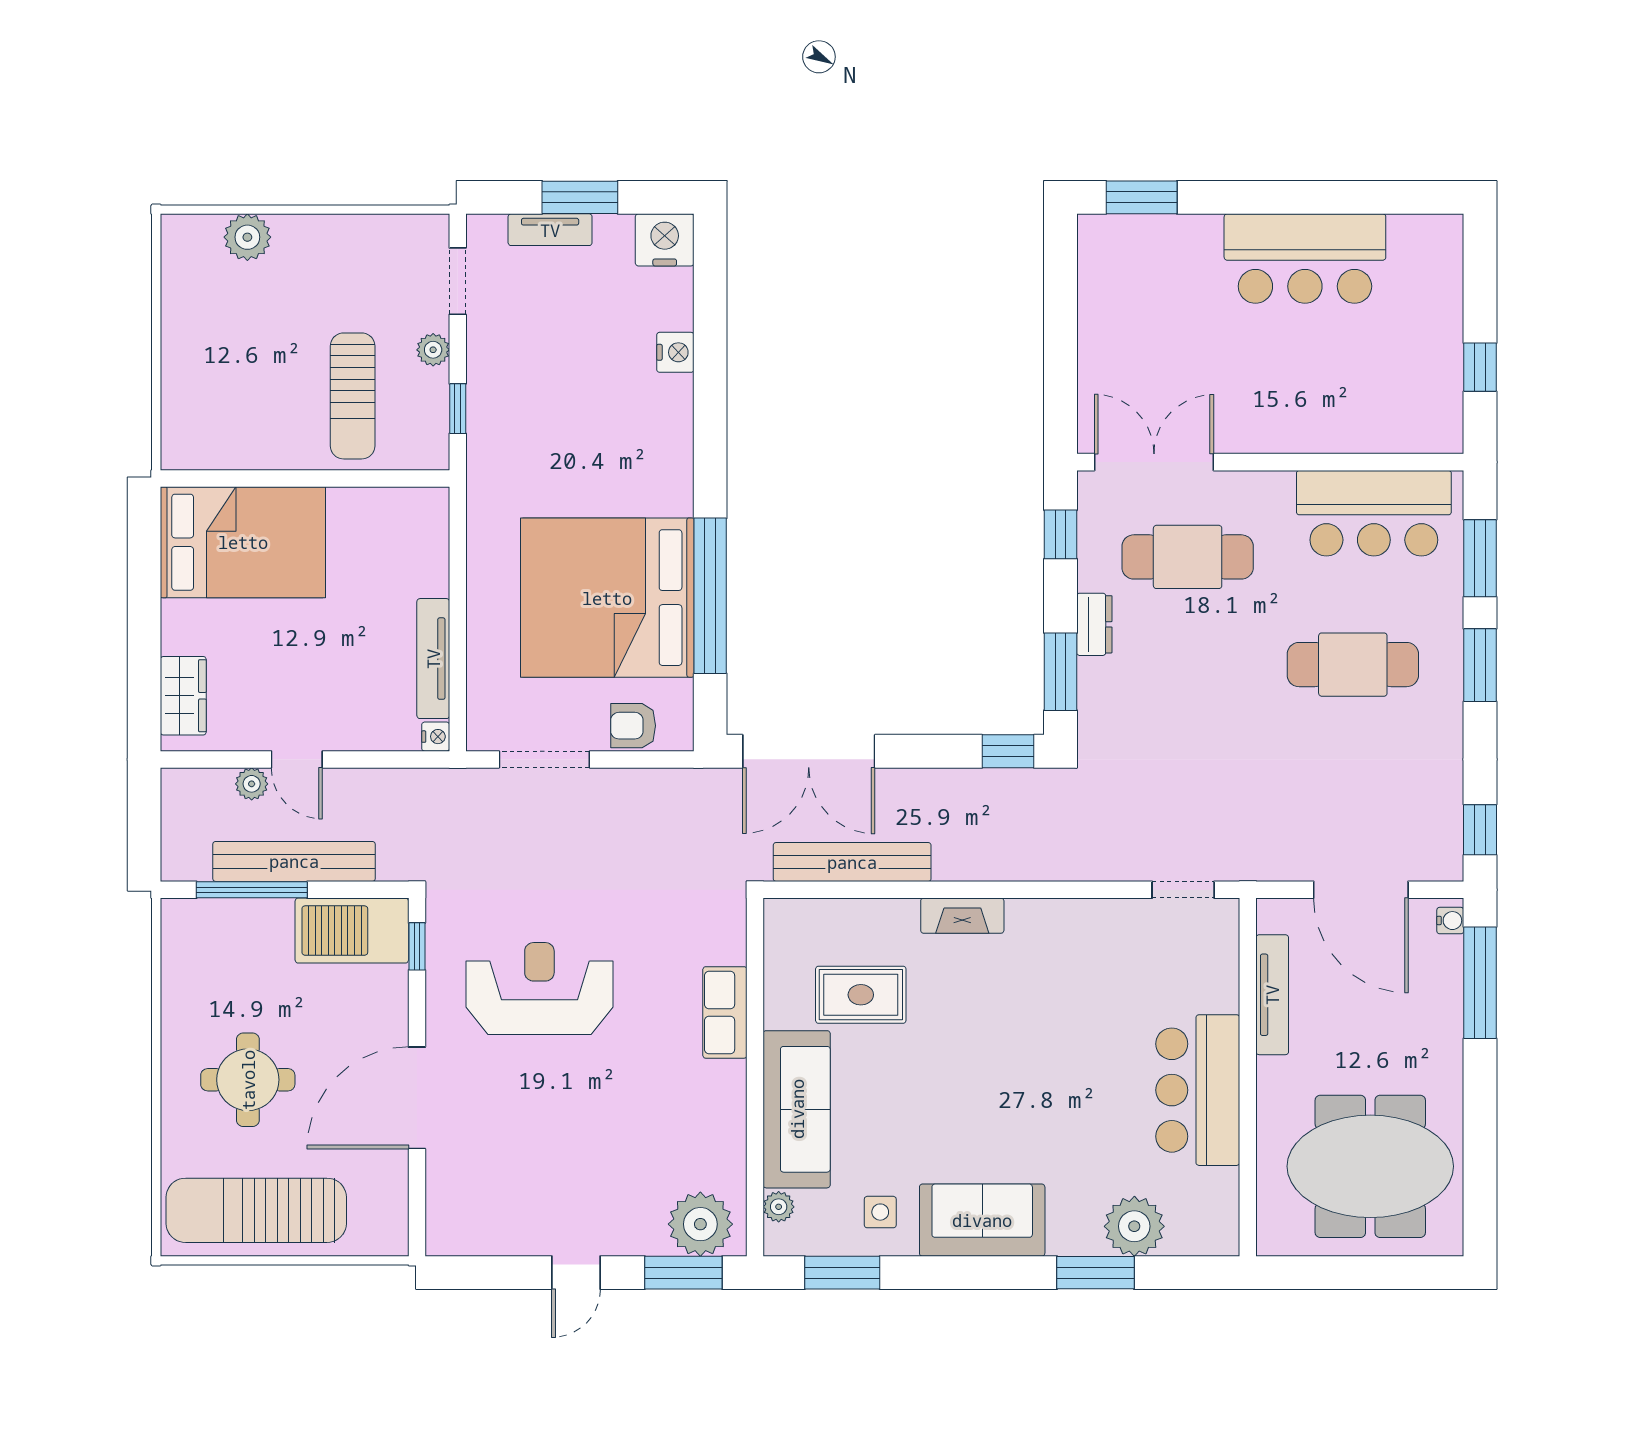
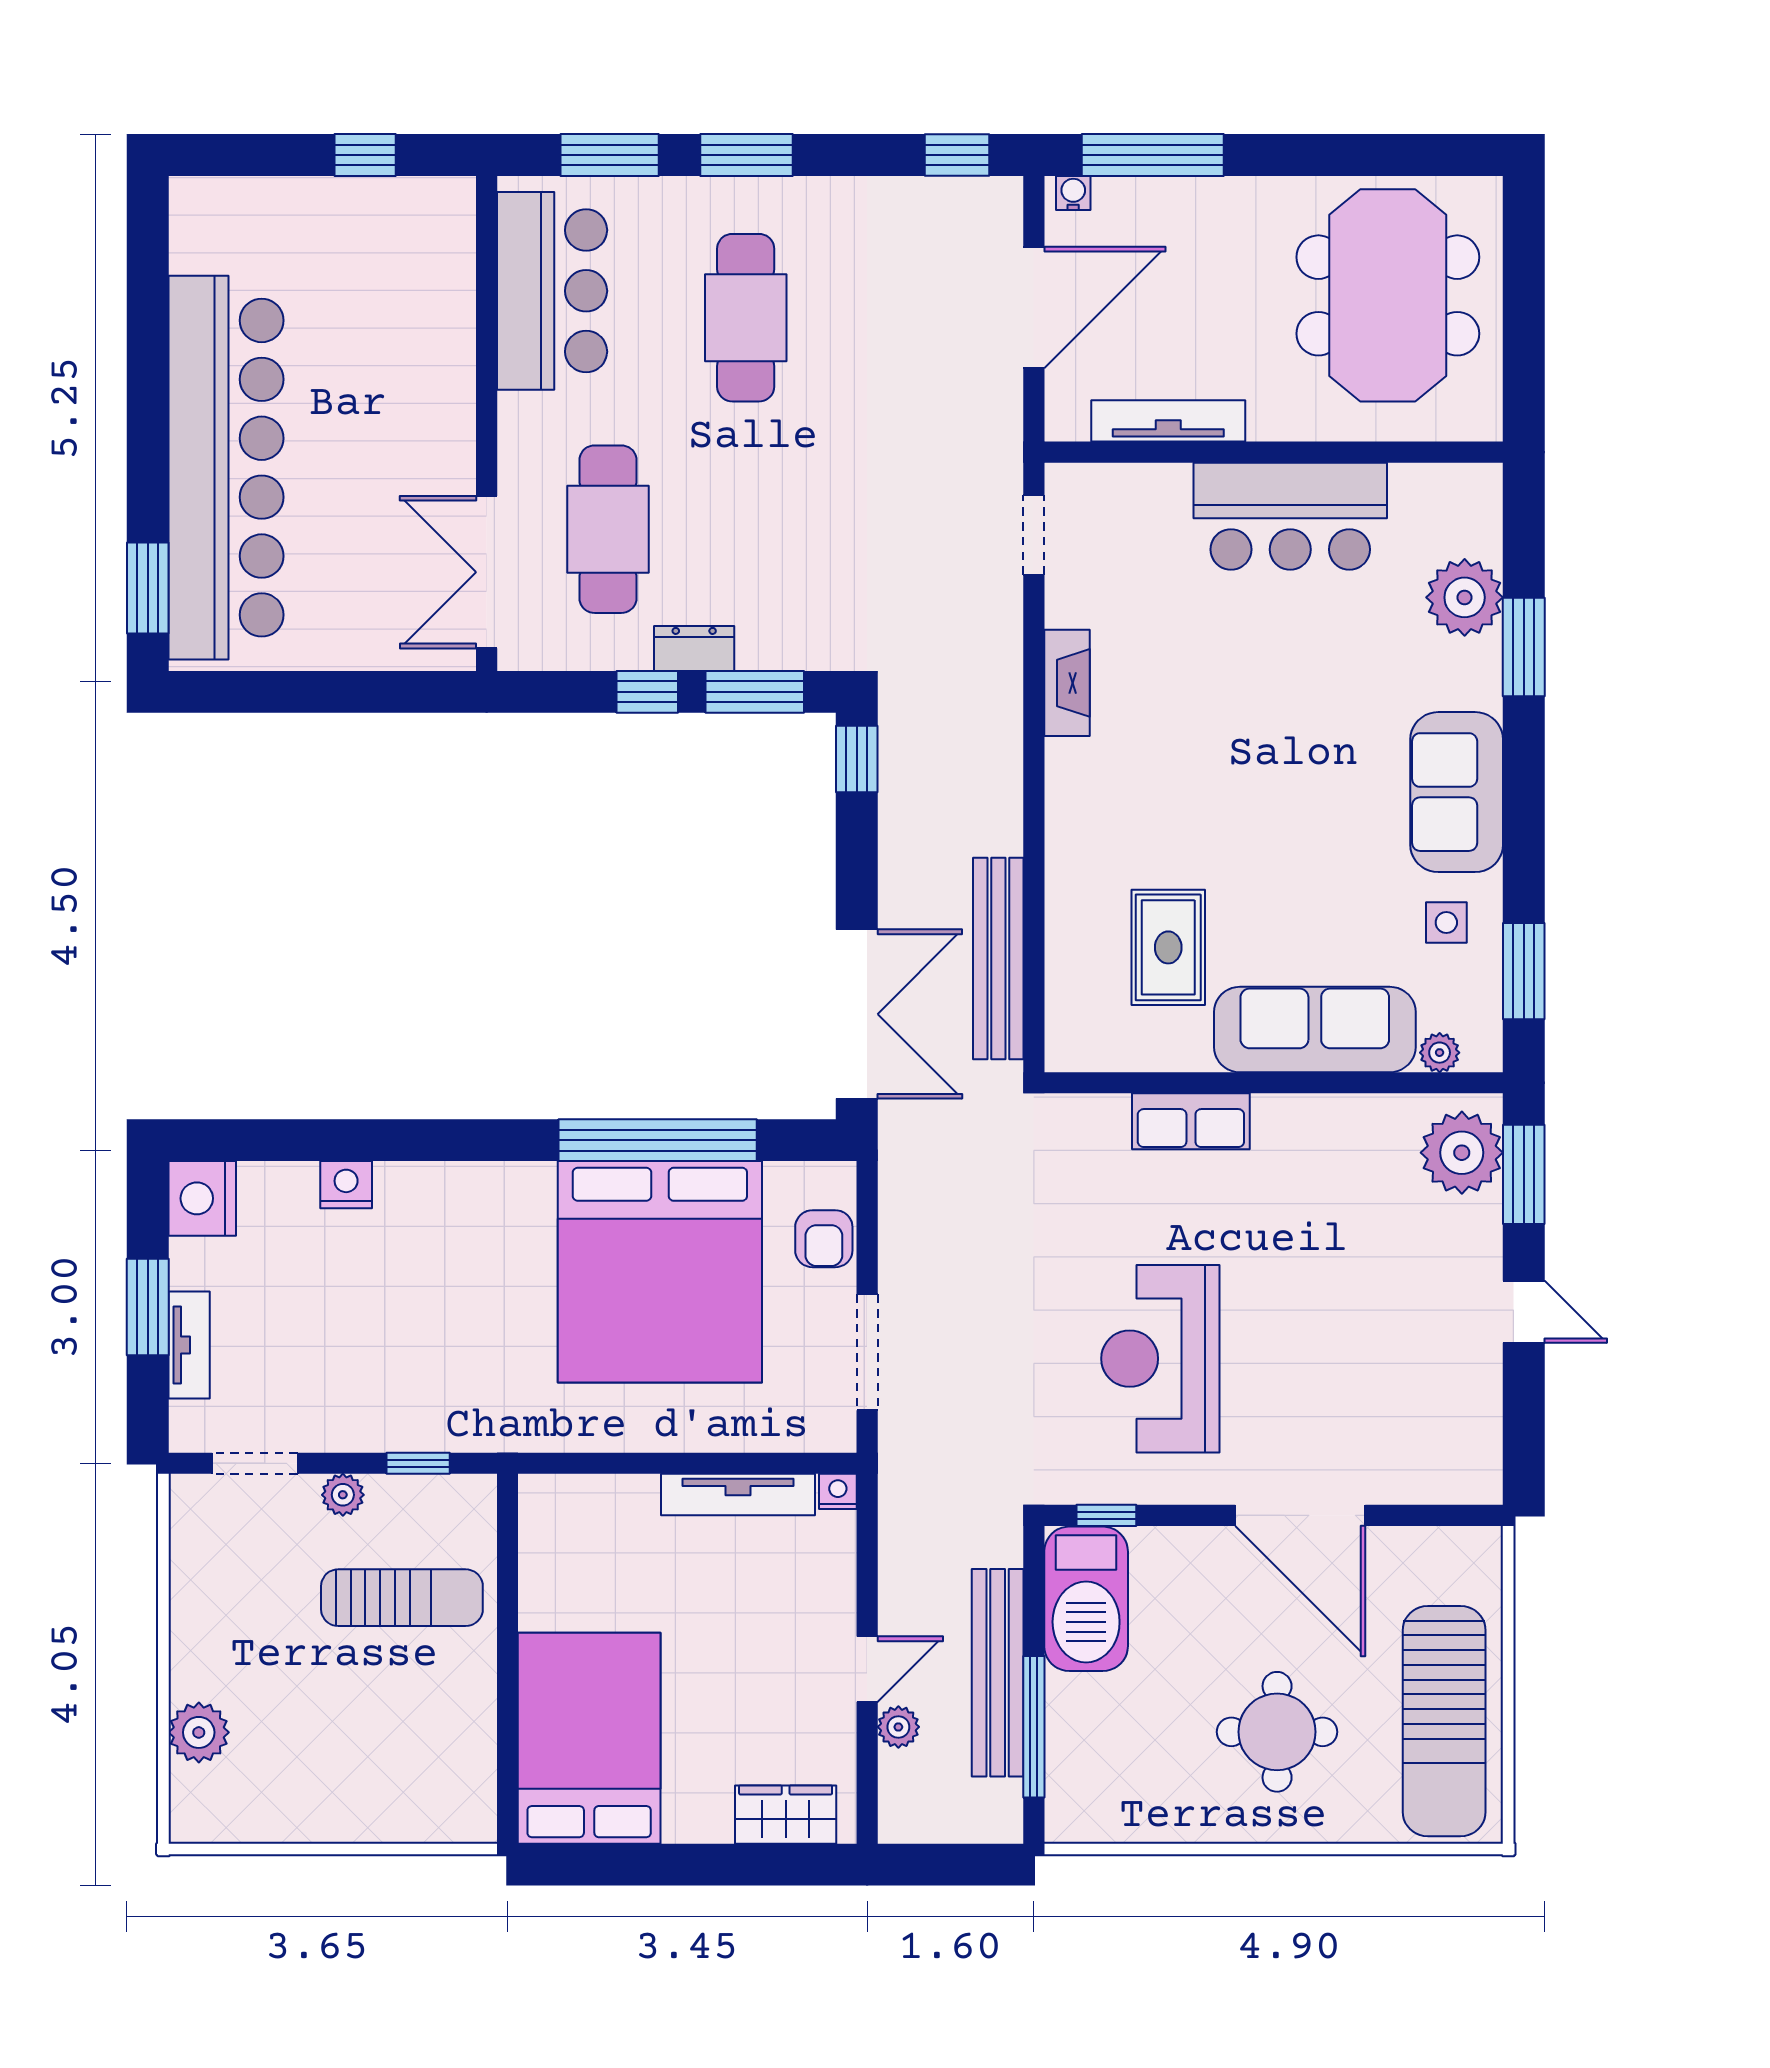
bar counter: (1305, 259) -> (226, 468), width x1.86
window: (1060, 534) -> (647, 692), moved
fireplace: (962, 916) -> (1067, 683), moved

